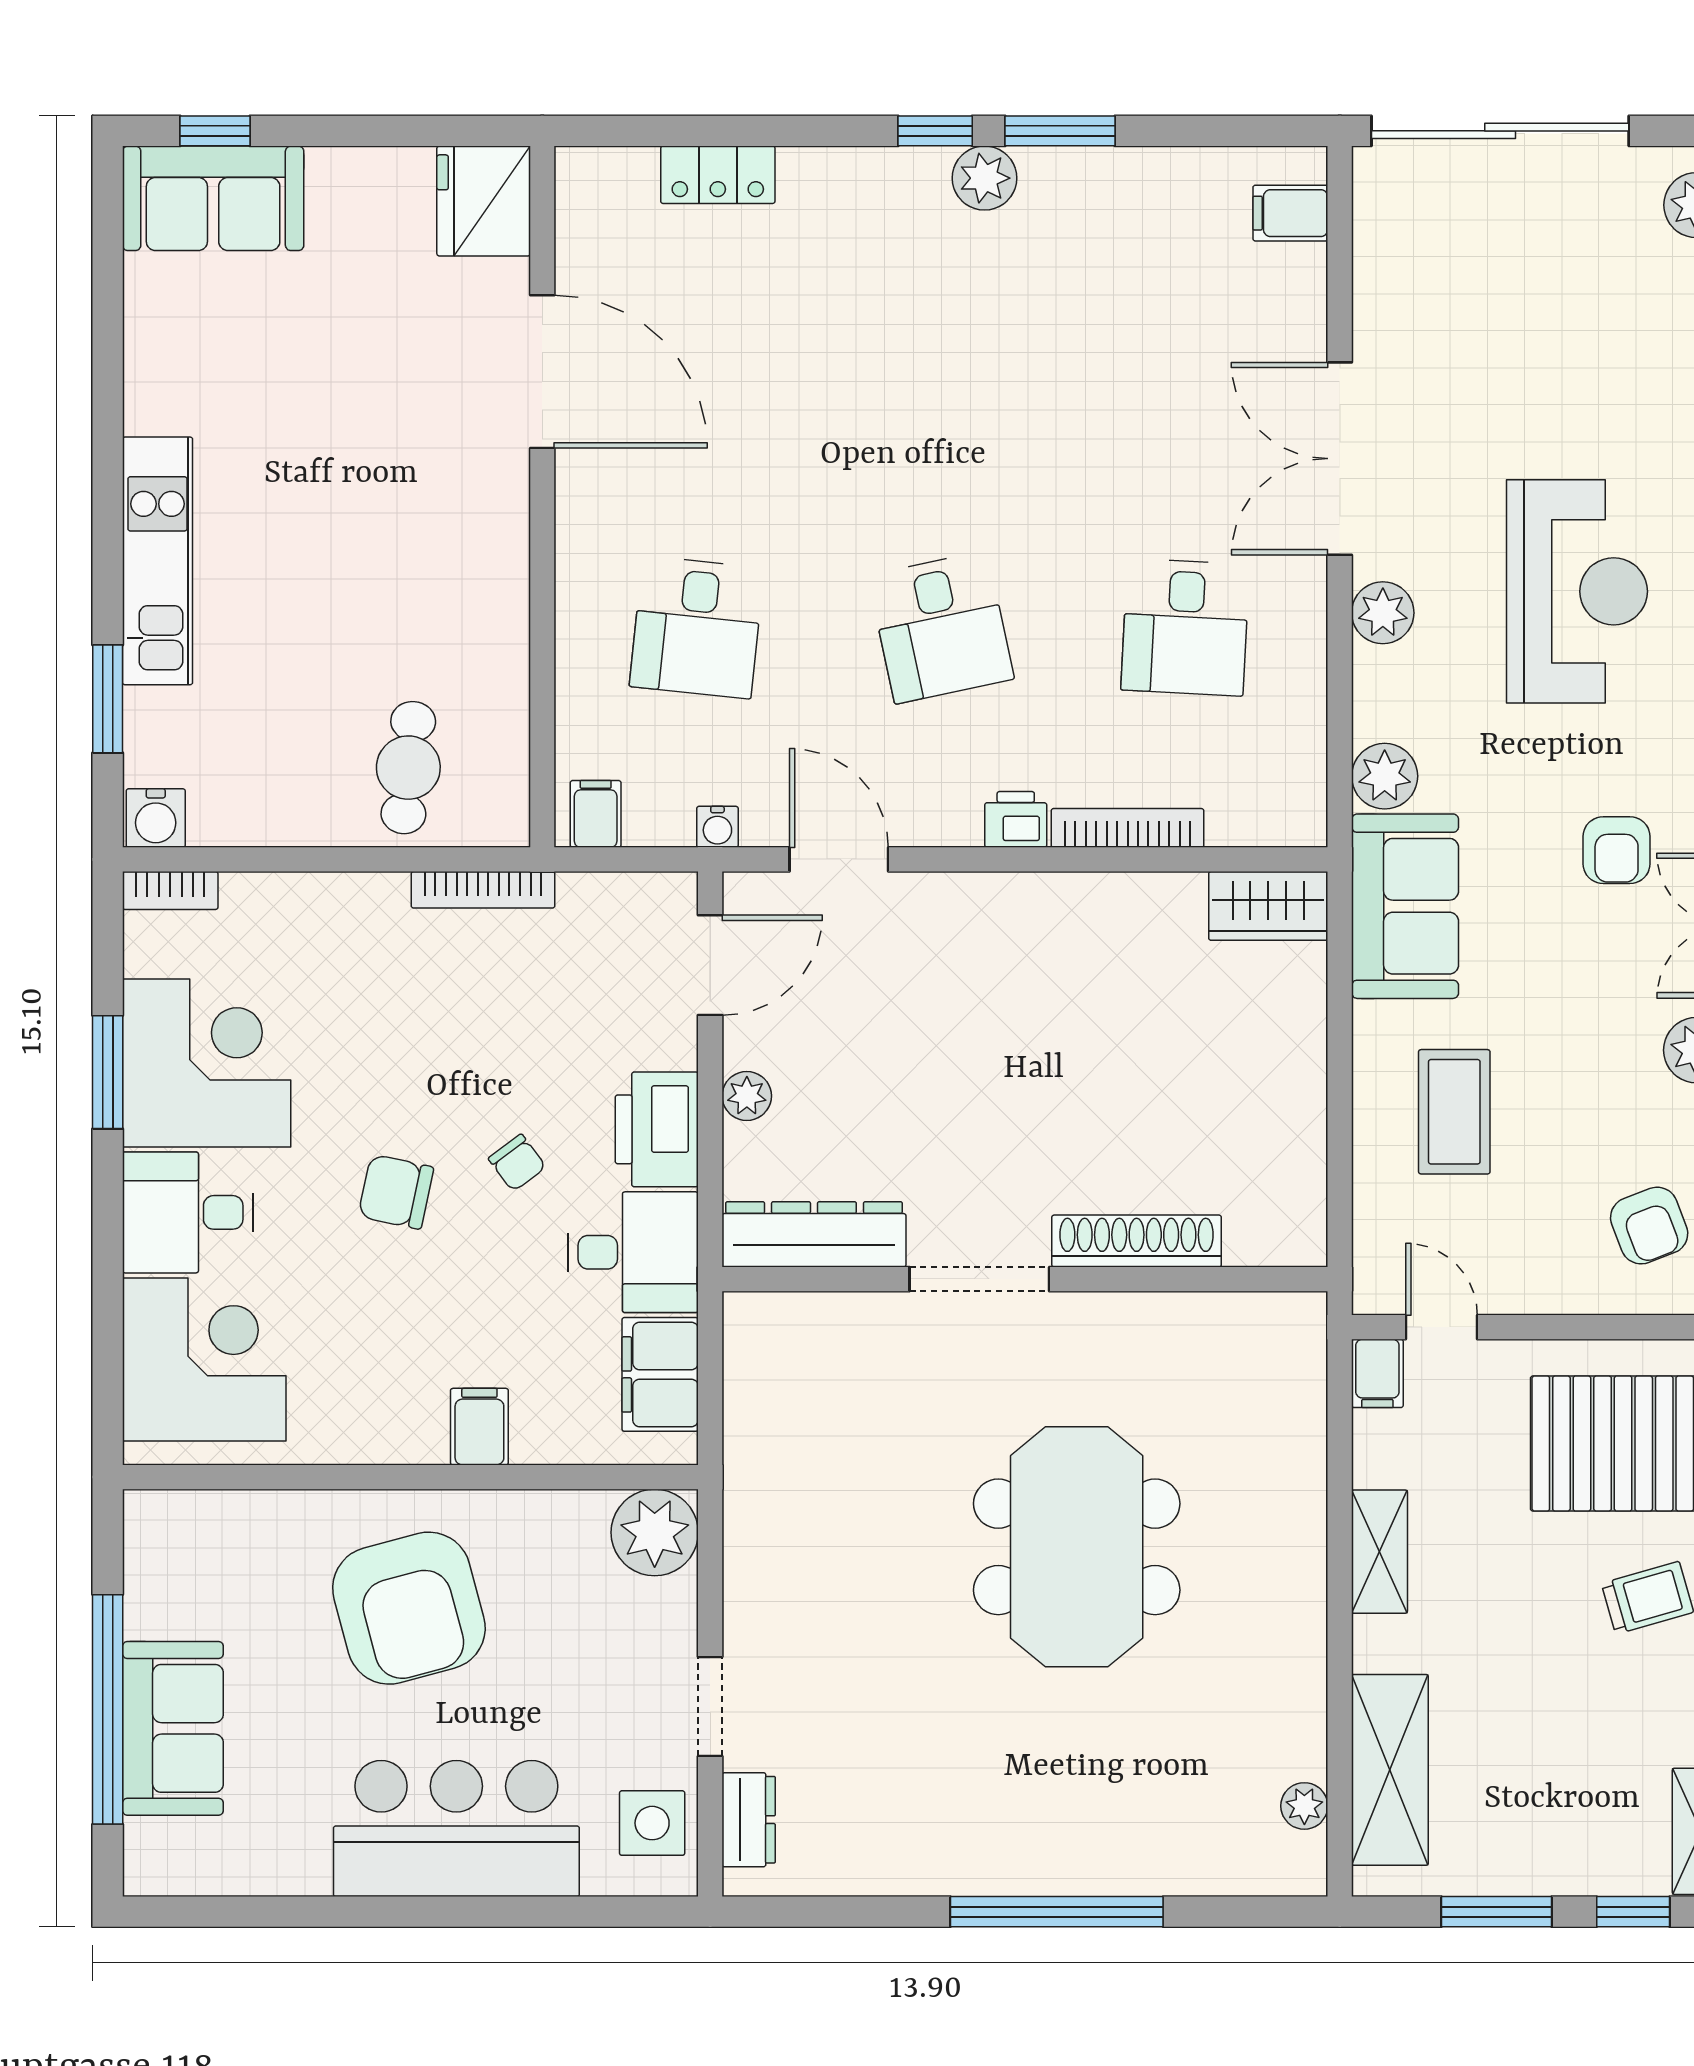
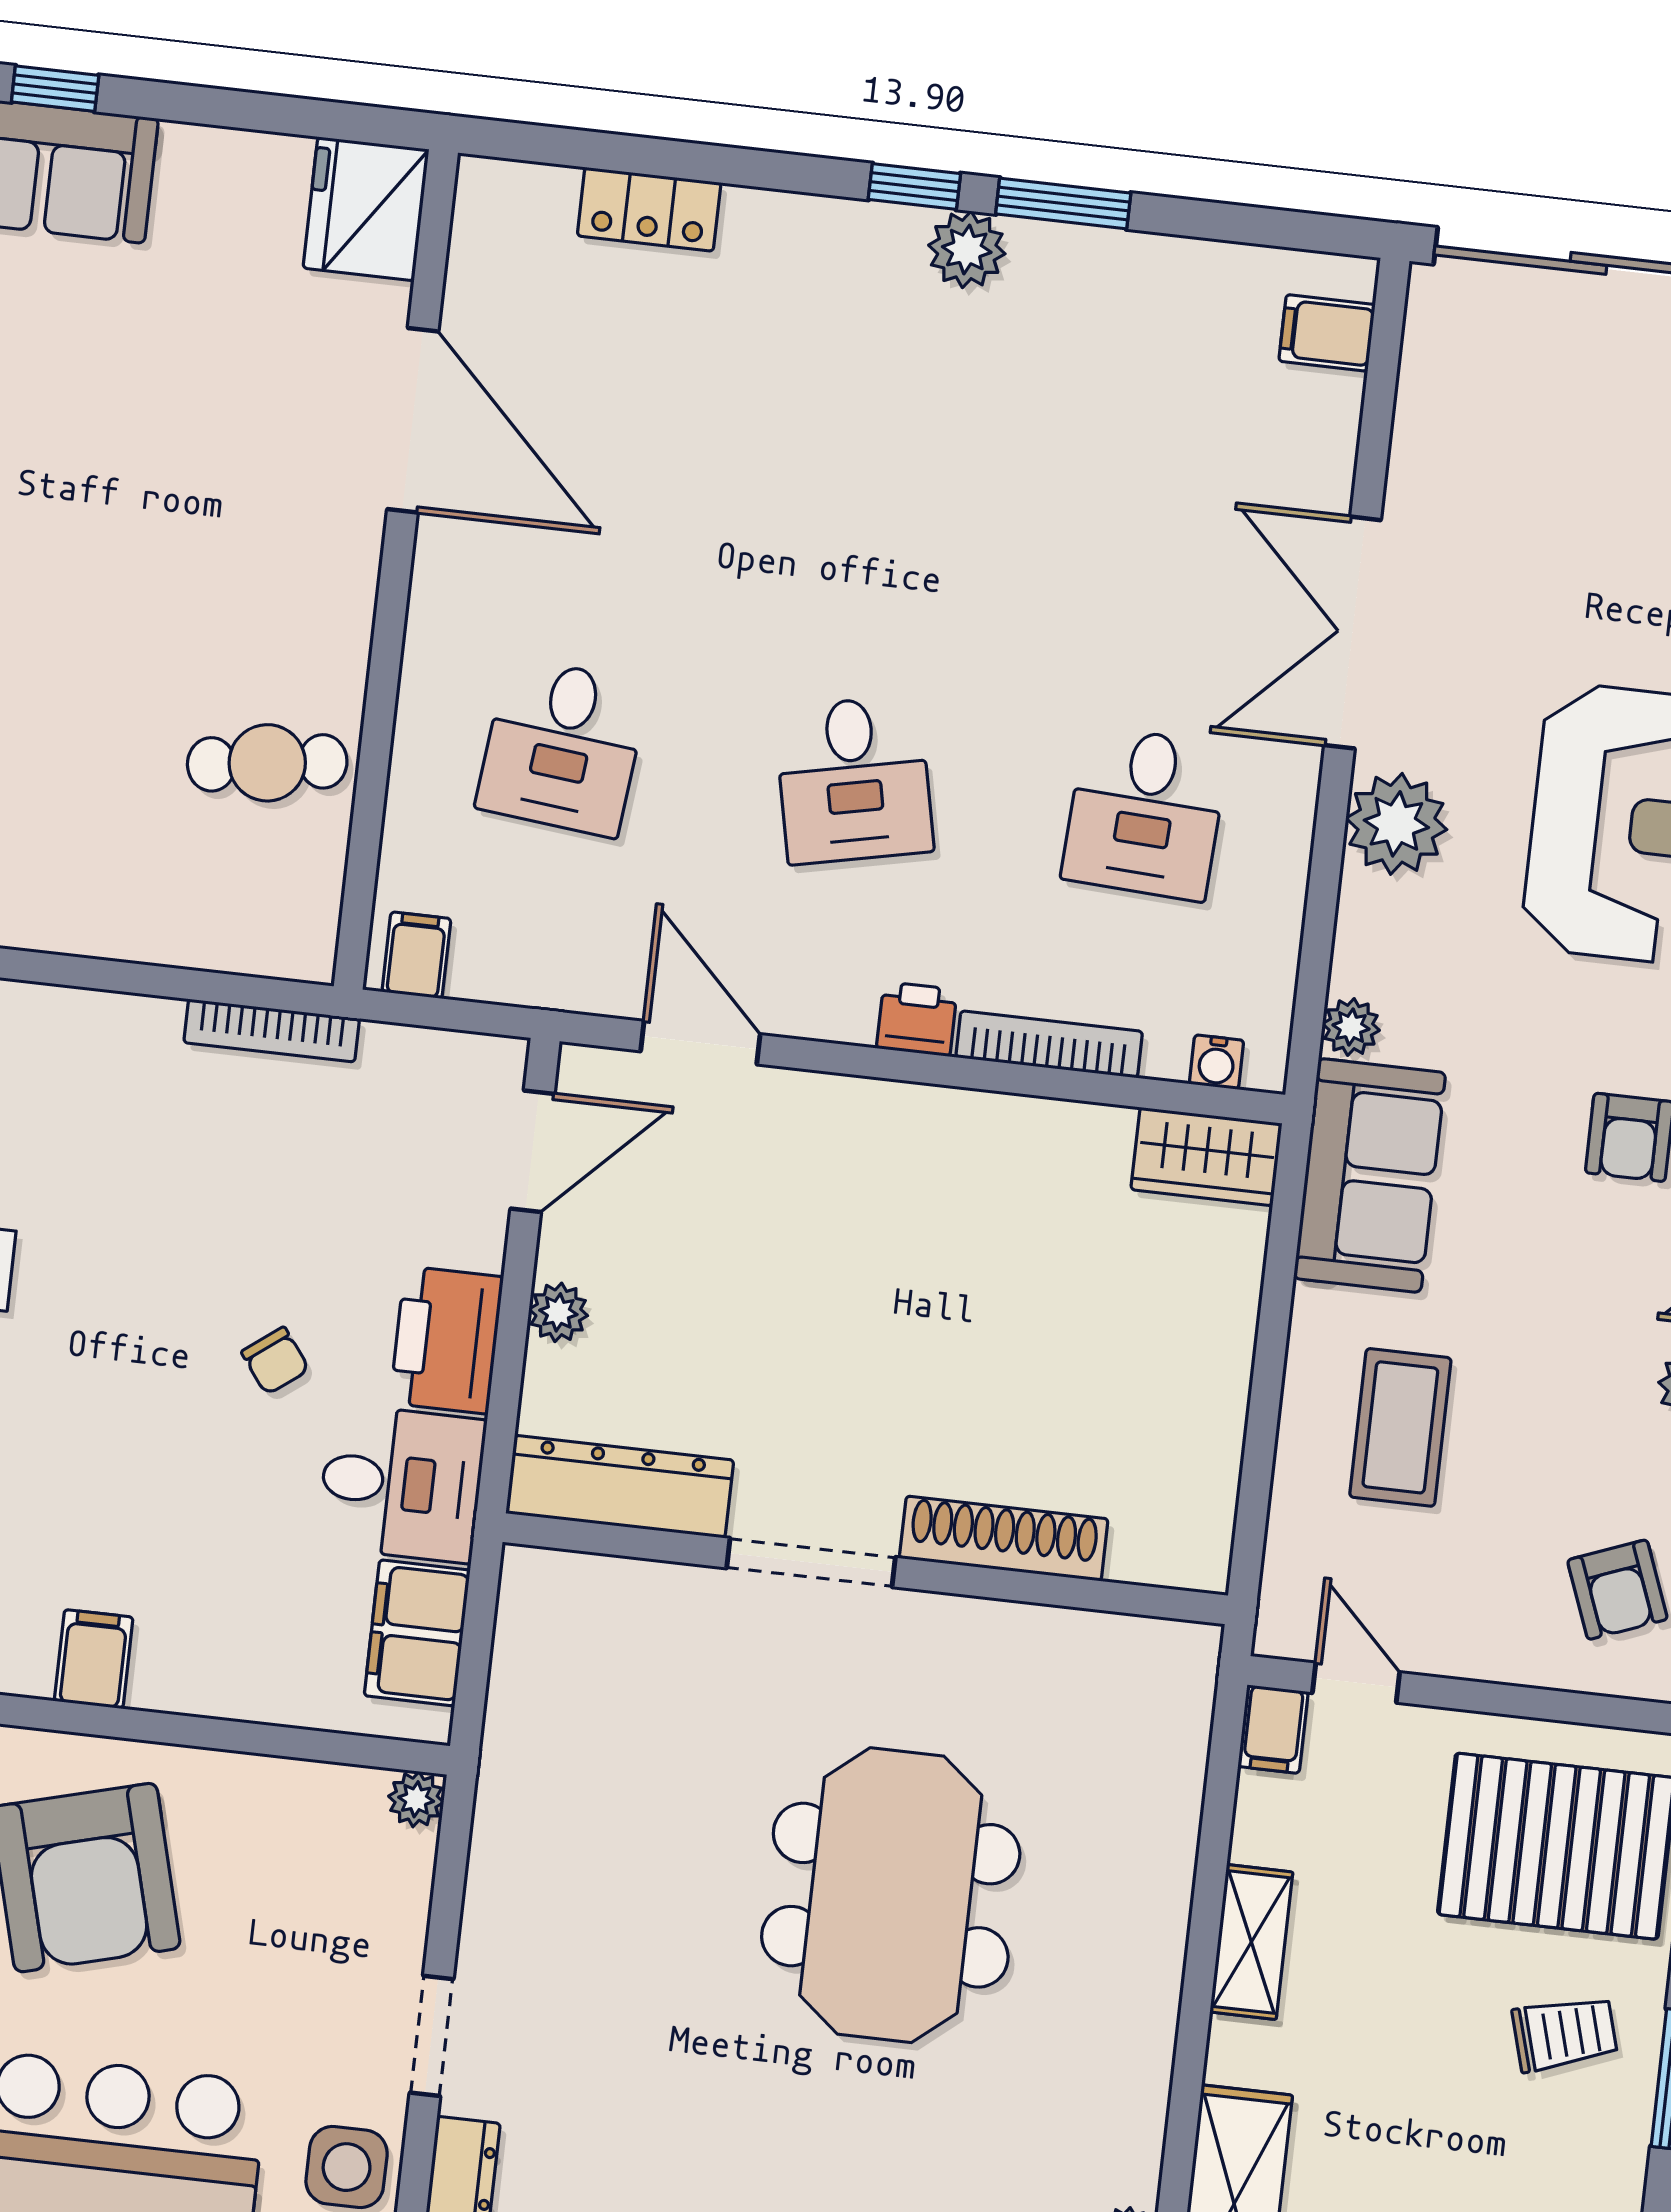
plant: (1383, 613) -> (1396, 824), width x1.36, depth x1.36
cafe table: (408, 768) -> (267, 763), moved, turned 76
plant: (1385, 776) -> (1351, 1027), width x0.73, depth x0.73
water cooler: (717, 827) -> (1217, 1062), moved
chair: (396, 1192) -> (127, 1379), removed
filing cabinet: (479, 1427) -> (94, 1659), moved
plant: (655, 1532) -> (416, 1799), width x0.53, depth x0.53

